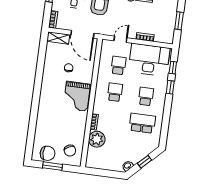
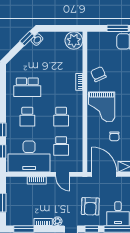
door: (120, 39) -> (63, 174), hinge flipped
grand piano: (77, 96) -> (102, 107), turned 180
plant: (97, 139) -> (74, 41), moved
chair: (70, 151) -> (98, 74), moved
window: (145, 162) -> (27, 39), moved

